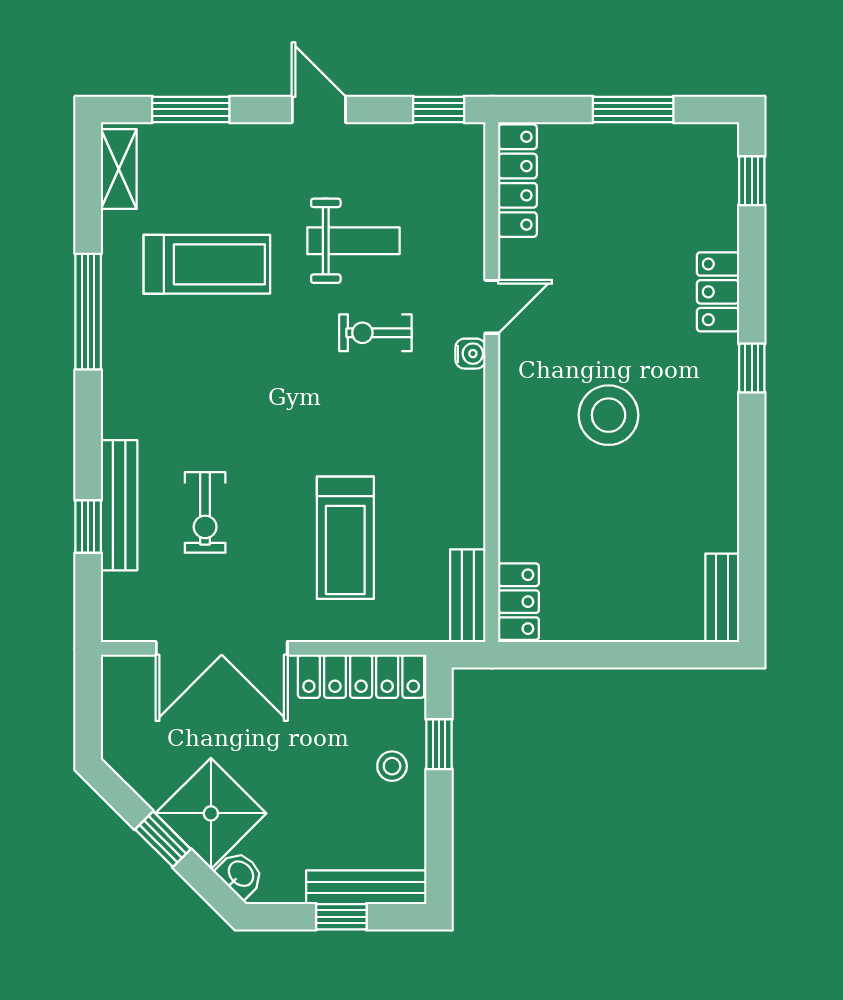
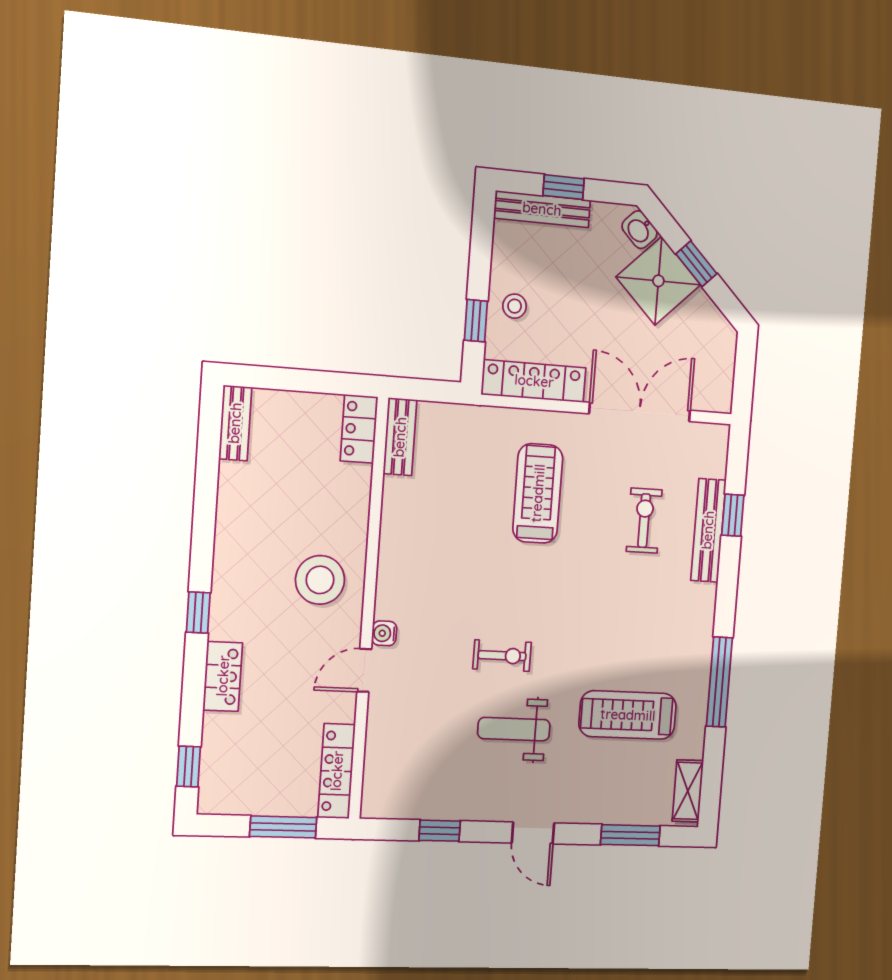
locker: (518, 181) -> (337, 771), moved
door: (492, 307) -> (364, 670), moved
water cooler: (470, 354) -> (384, 633), moved
wall: (492, 382) -> (369, 609), moved
bench: (468, 596) -> (400, 437), moved
locker: (519, 602) -> (359, 429), moved

